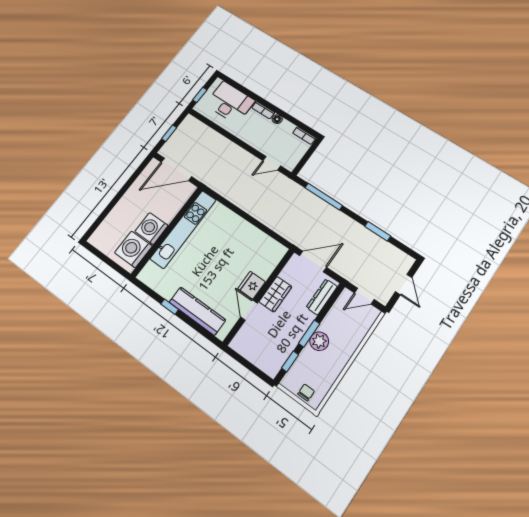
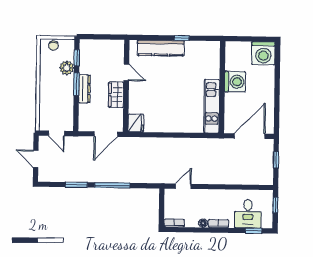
window: (236, 85) -> (254, 231), added
desk: (230, 102) -> (248, 214), width x0.73
window: (324, 197) -> (112, 185), moved
kitchen unit: (183, 229) -> (212, 106), width x0.73
washing machine: (133, 249) -> (263, 53), moved, turned 90
fridge: (252, 285) -> (136, 123), moved
door: (364, 296) -> (57, 133), swing flipped
dresser: (322, 297) -> (84, 89), moved
plant: (319, 341) -> (67, 68), moved

